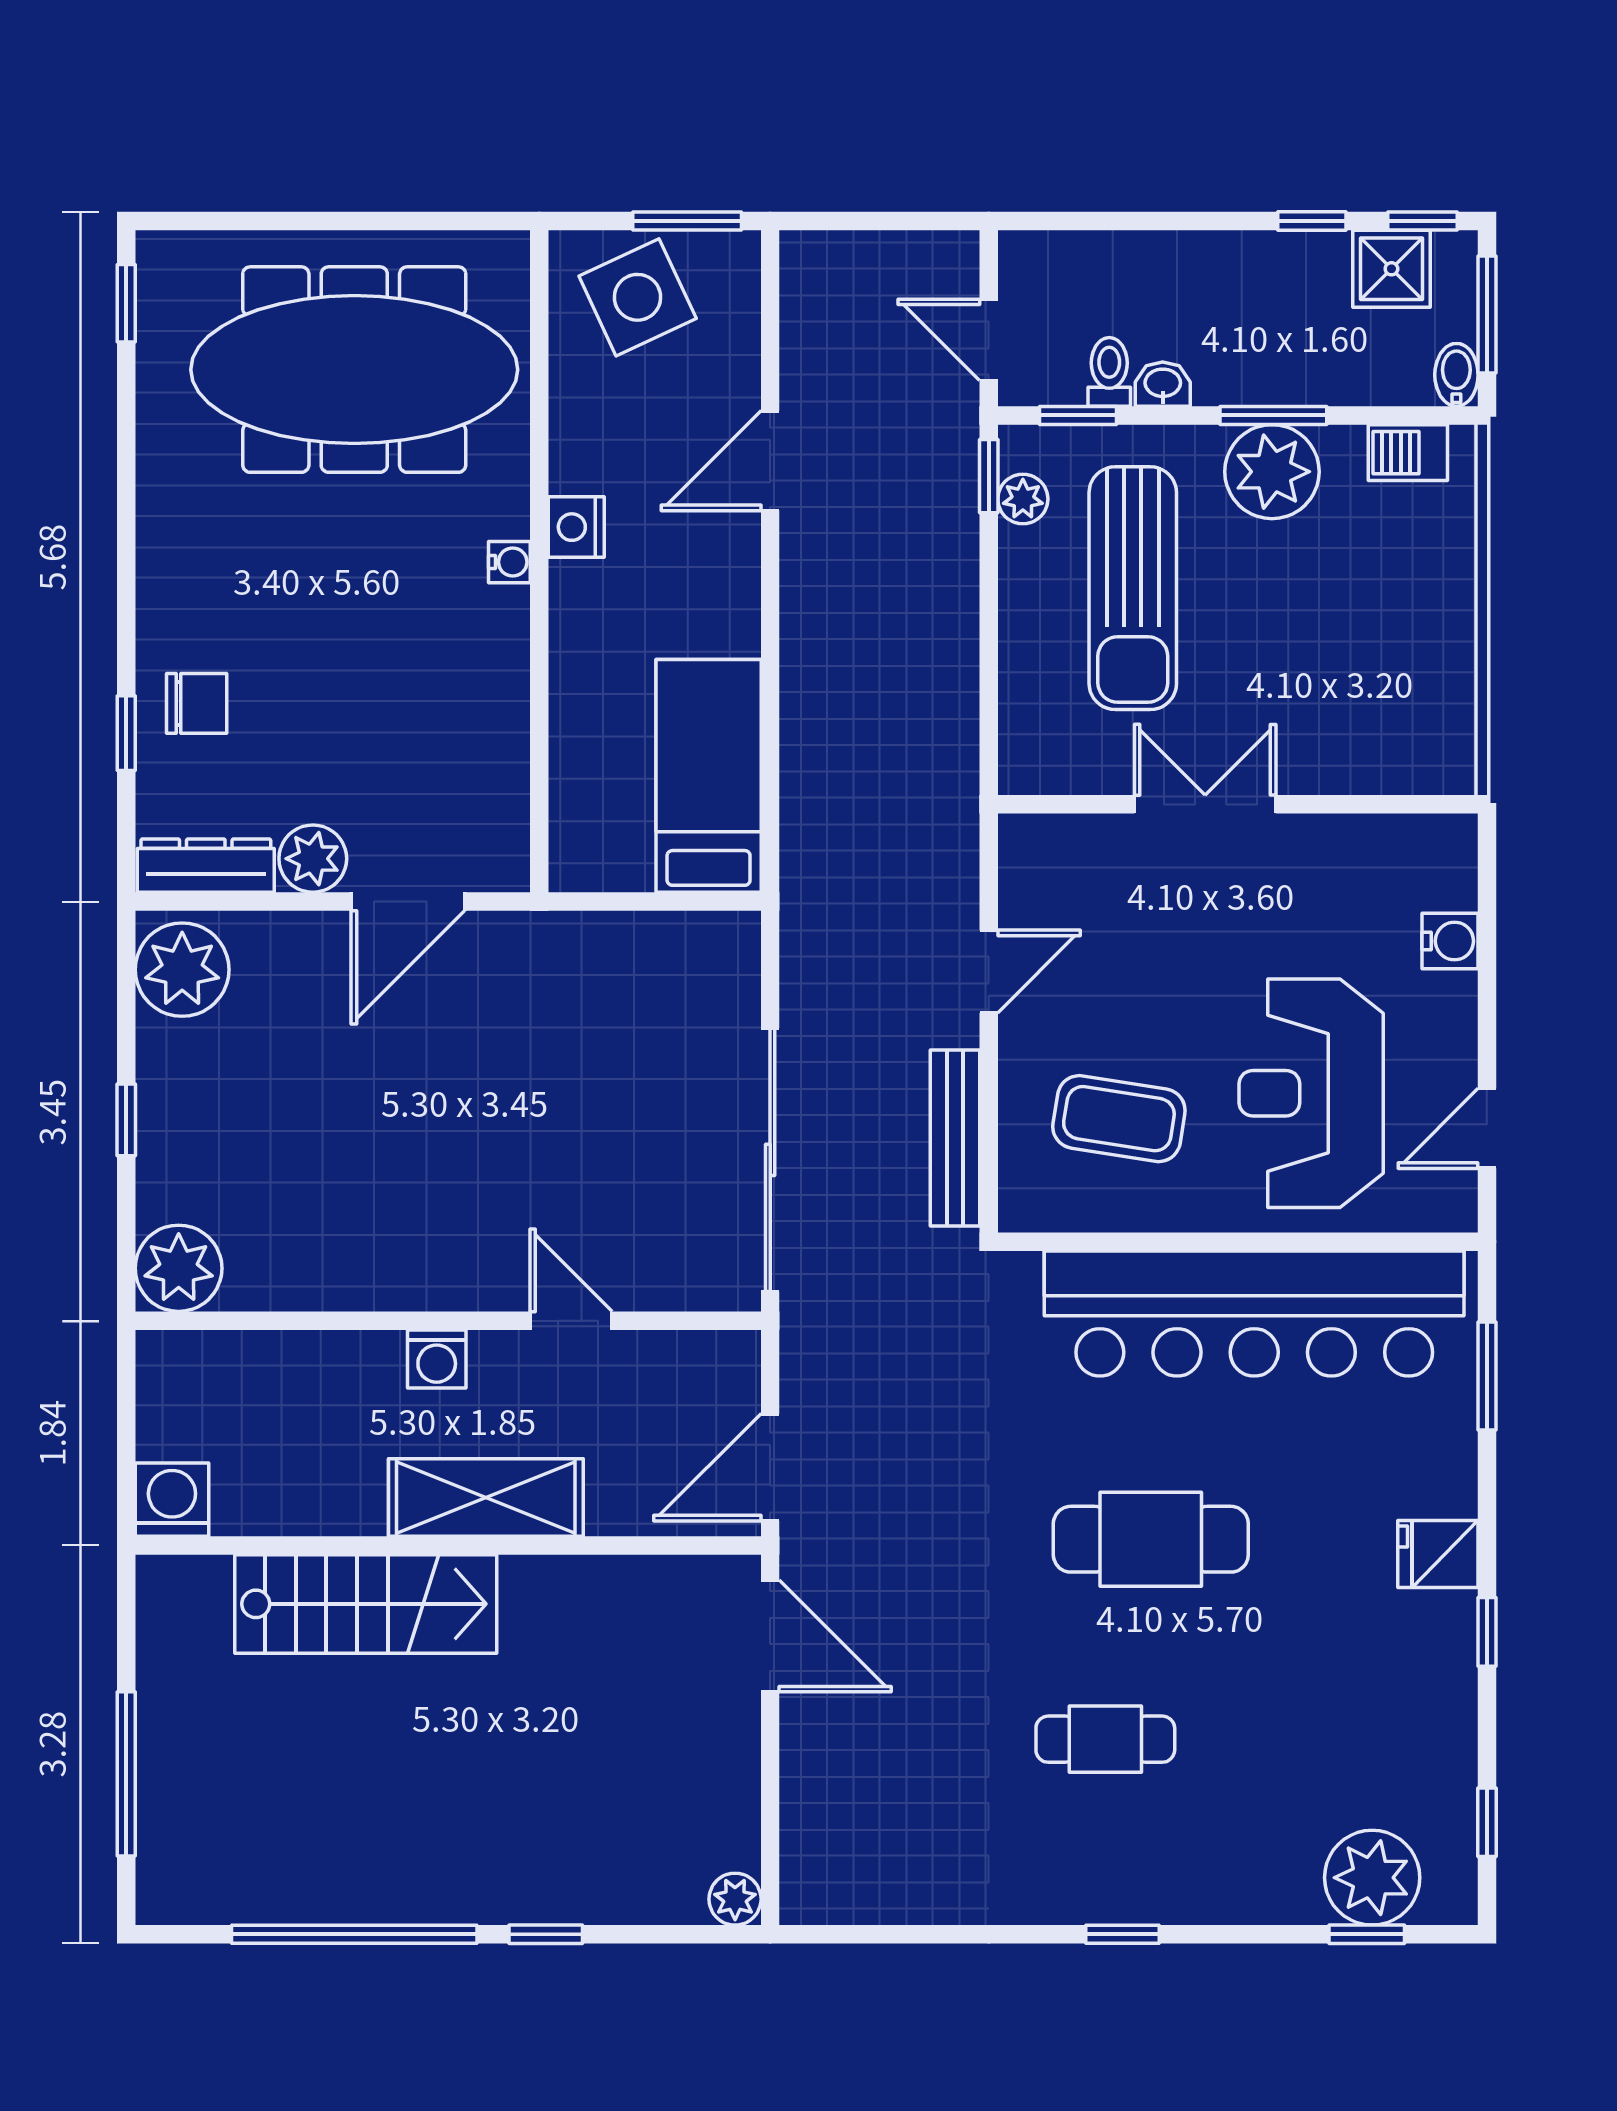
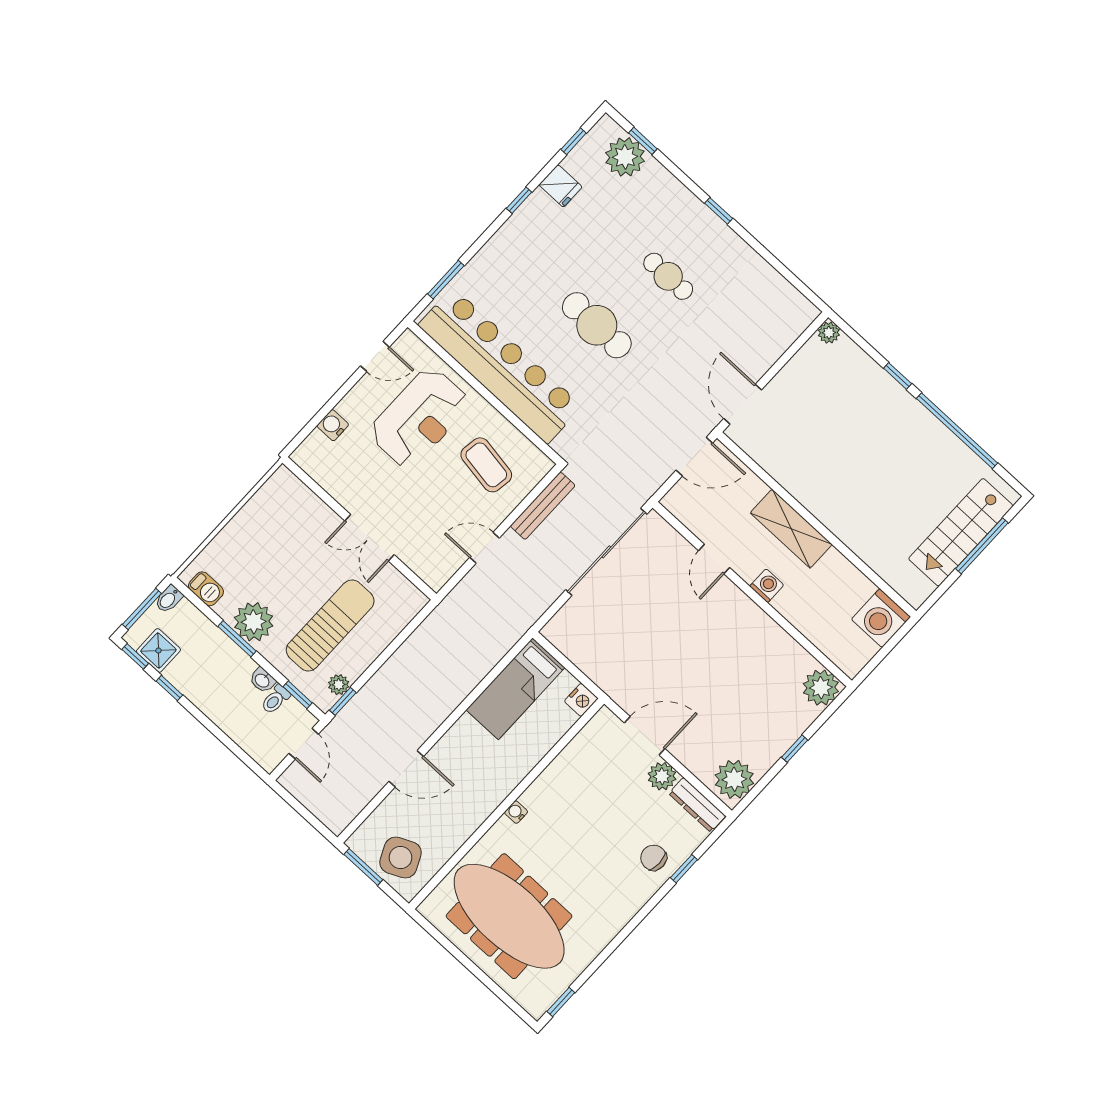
nightstand: (576, 527) -> (581, 700), moved
washing machine: (172, 1500) -> (881, 618), width x1.37, depth x1.37
fridge: (1438, 1554) -> (561, 186), moved
stairs: (366, 1604) -> (961, 532), moved, turned -90

